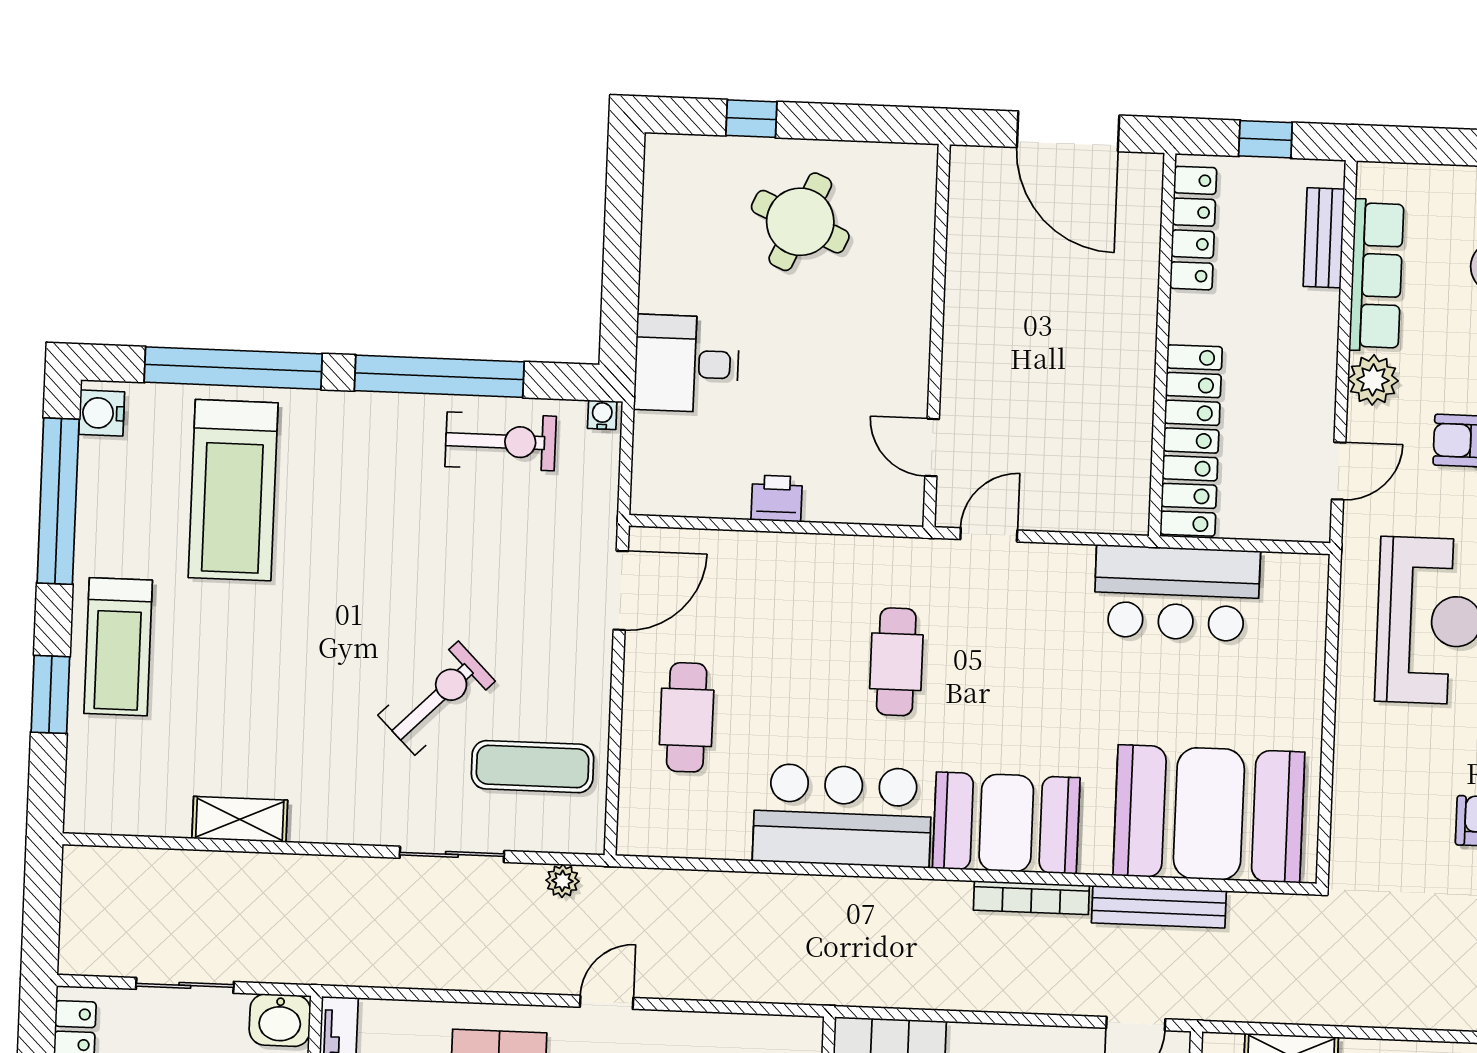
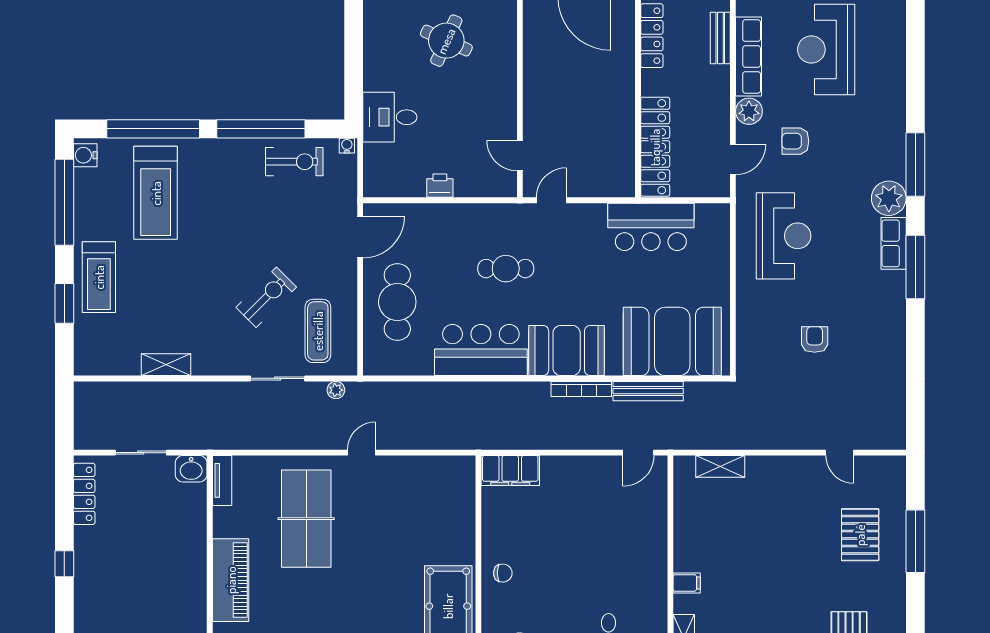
cafe table: (896, 662) -> (506, 269), turned 90
cafe table: (687, 717) -> (397, 302), width x1.37, depth x1.35
exercise mat: (533, 767) -> (318, 331), turned 90

